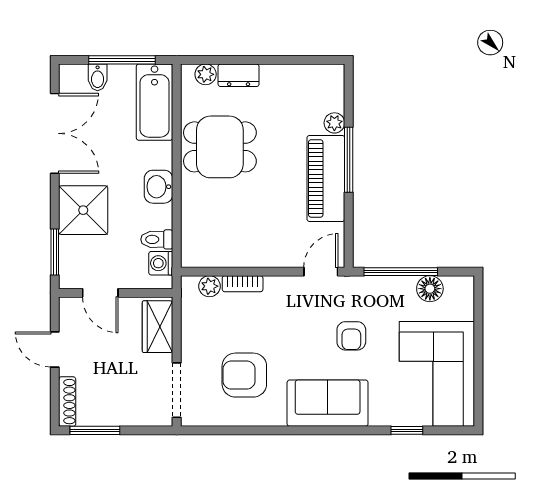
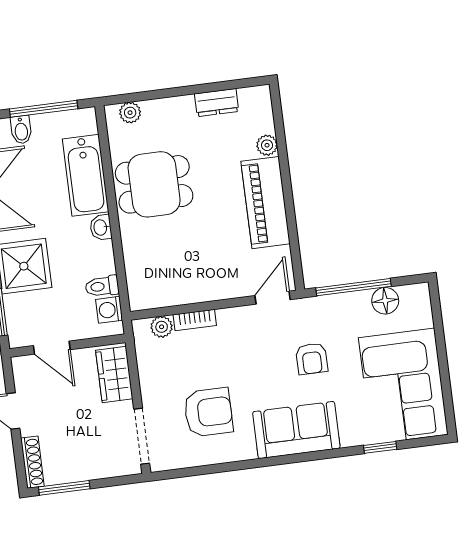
dresser: (239, 75) -> (217, 103), moved
bathtub: (154, 102) -> (86, 175), moved
window: (349, 160) -> (286, 181), removed
washbasin: (158, 187) -> (101, 227), width x0.72, depth x0.69
armchair: (244, 375) -> (208, 412), turned 180

